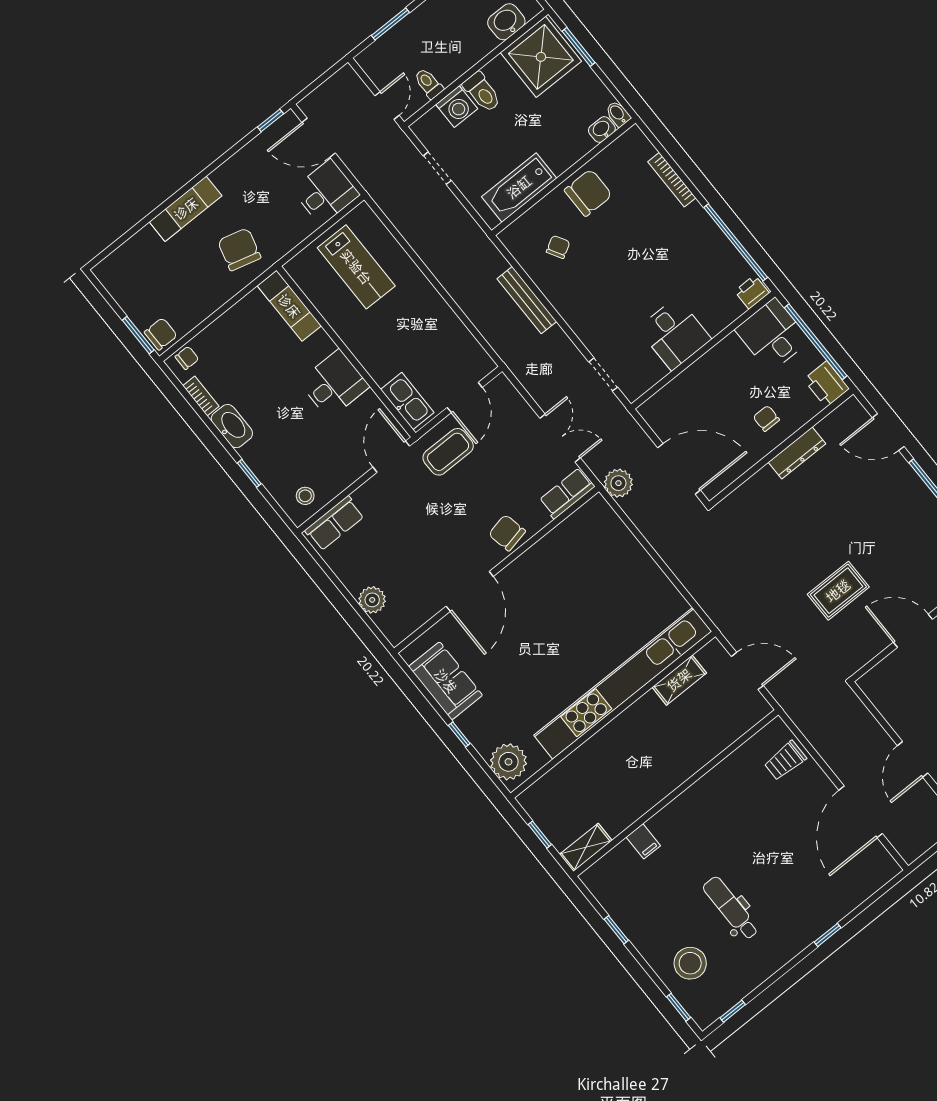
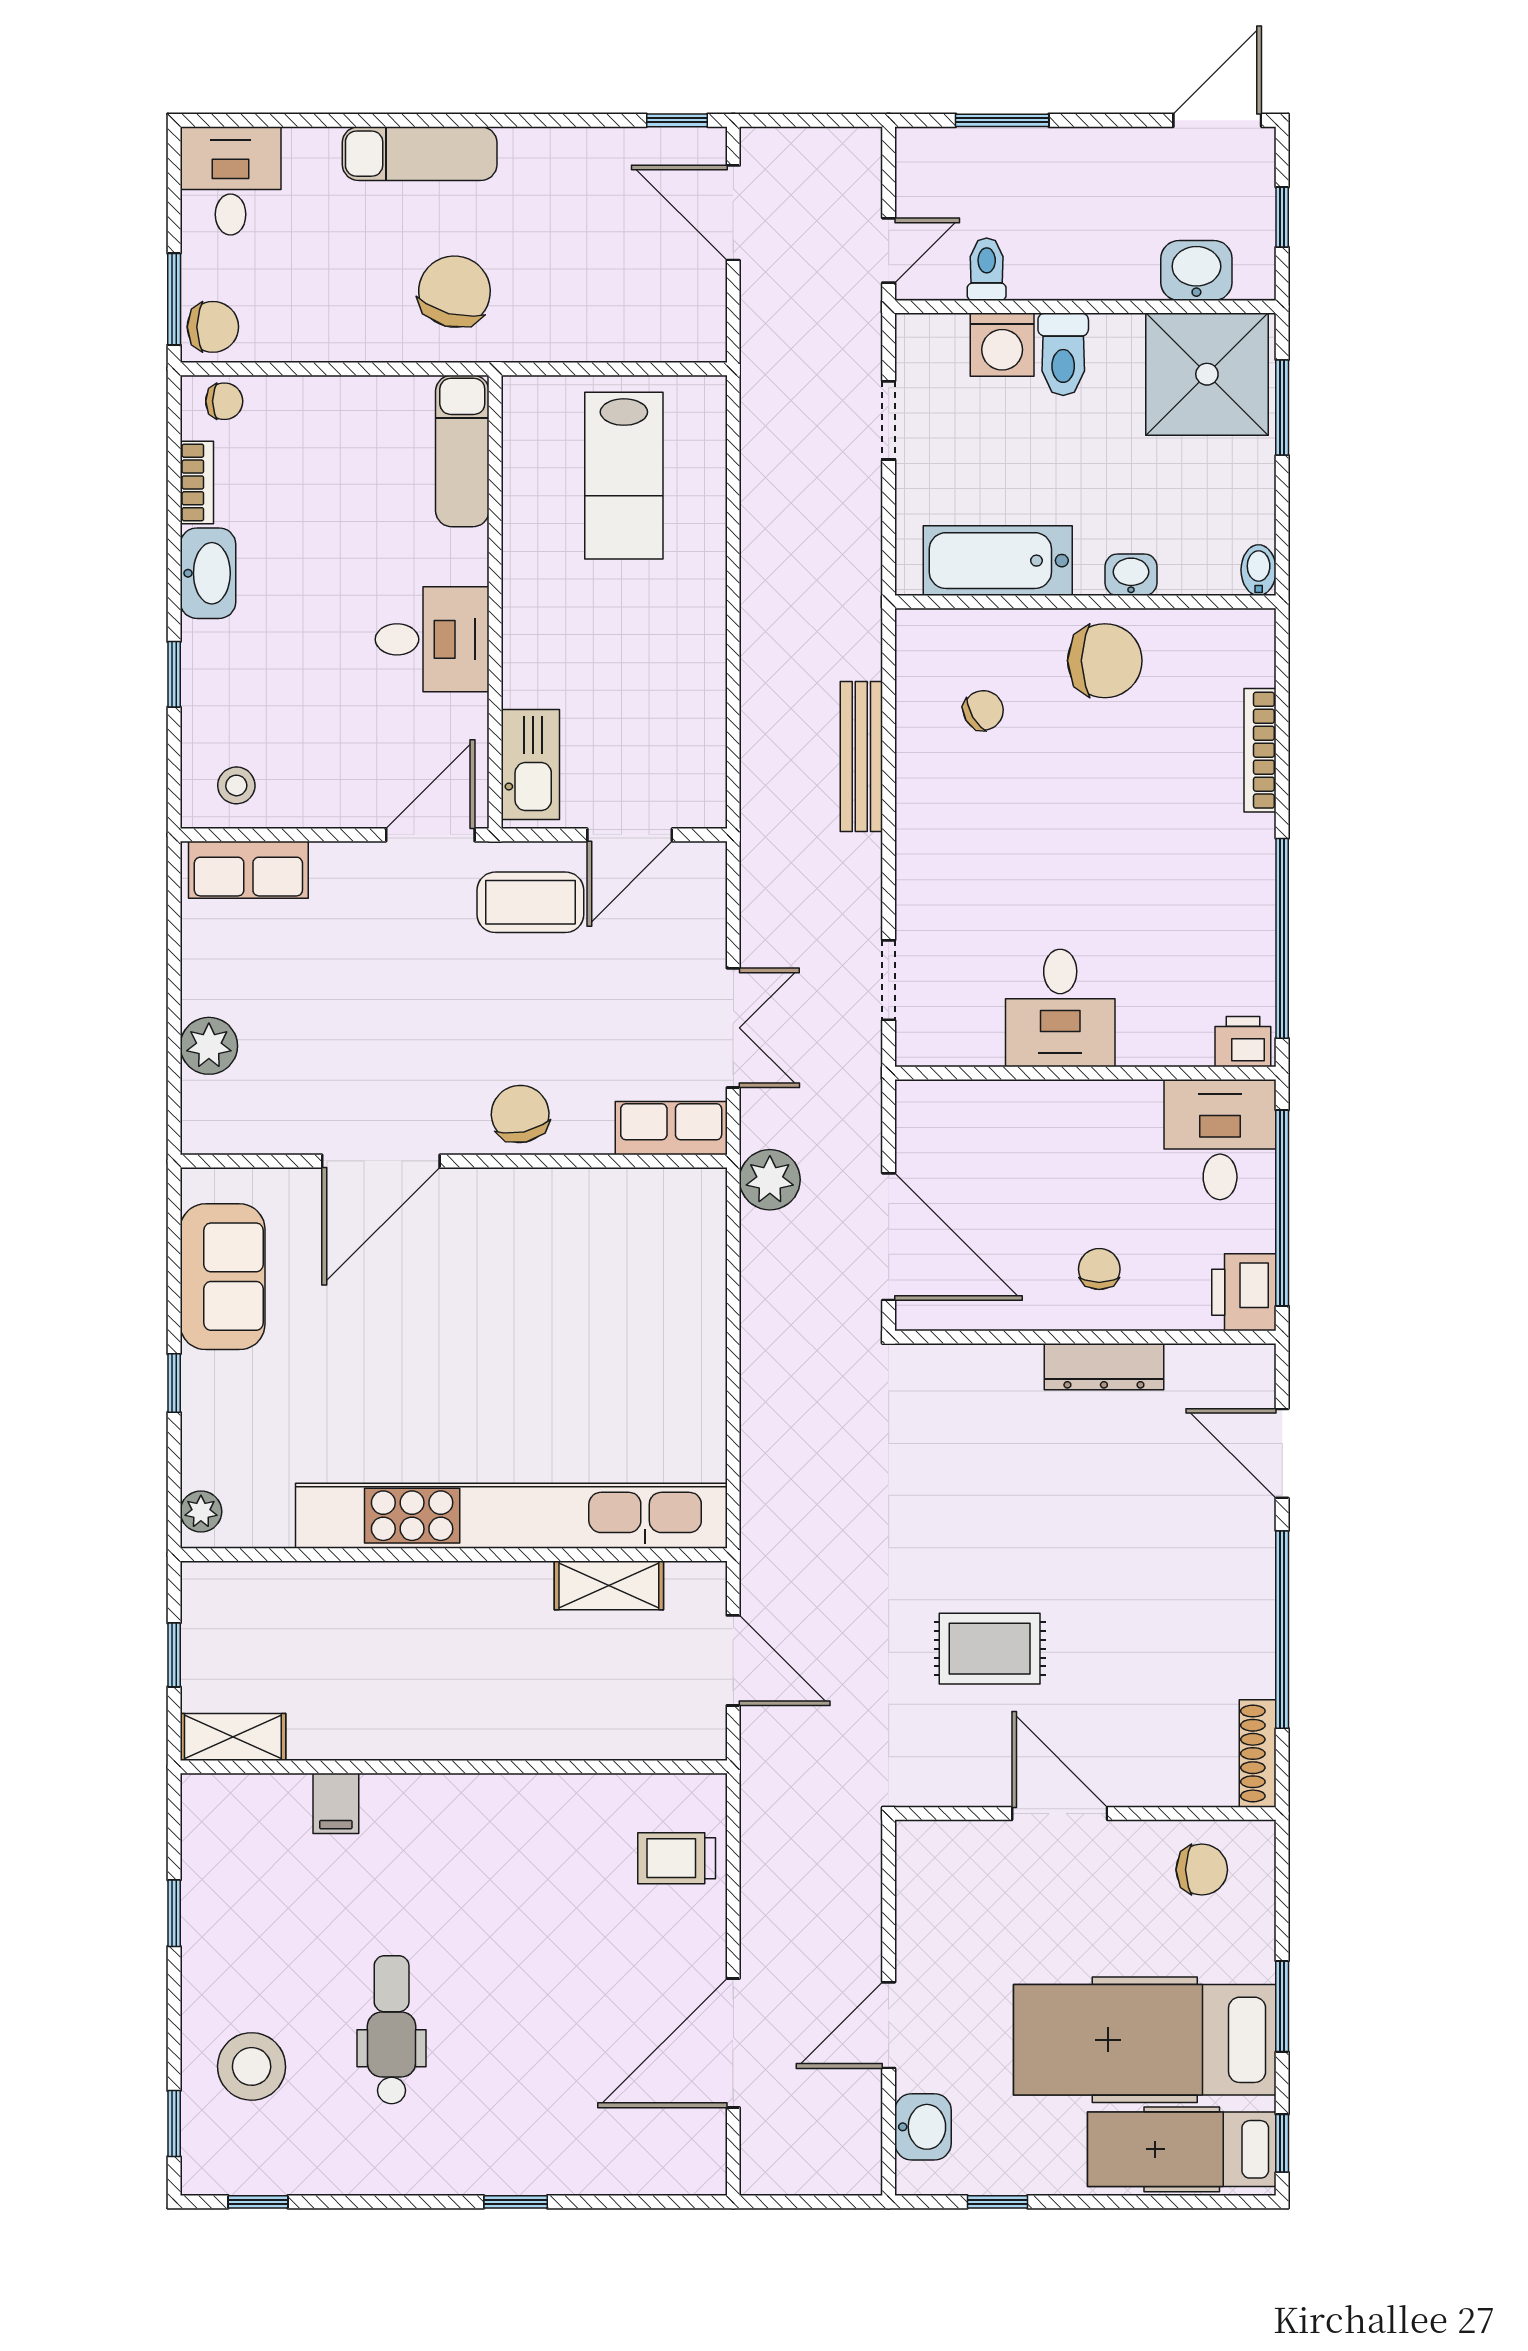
washbasin: (602, 130) -> (1131, 575), moved
desk: (326, 192) -> (231, 181), moved, turned -90
plant: (508, 762) -> (201, 1512), width x0.53, depth x0.53

